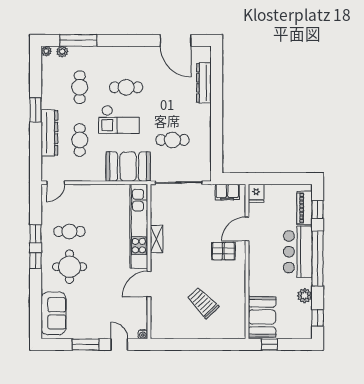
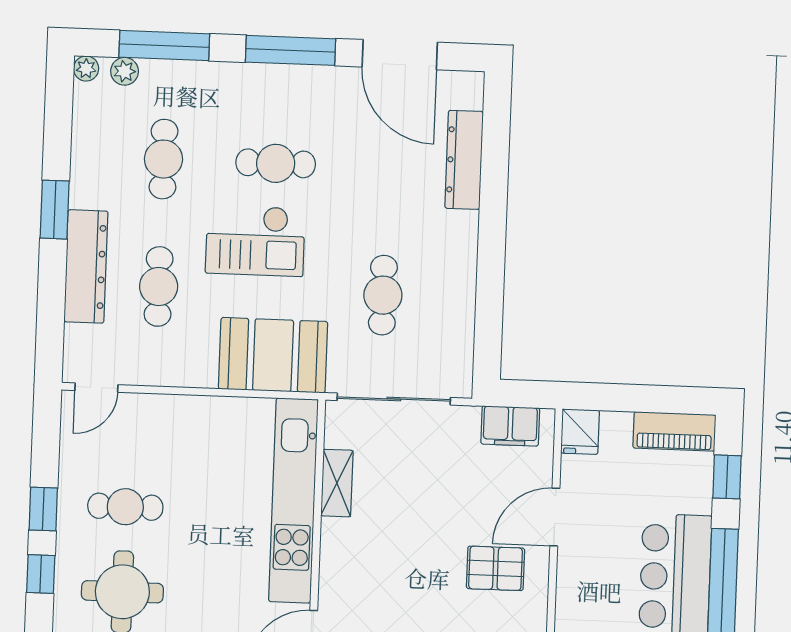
window: (130, 40) -> (291, 50), added
cafe table: (172, 140) -> (383, 295), turned 90
piano: (304, 208) -> (674, 431), moved, turned -90
shelving: (156, 239) -> (337, 483), moved

